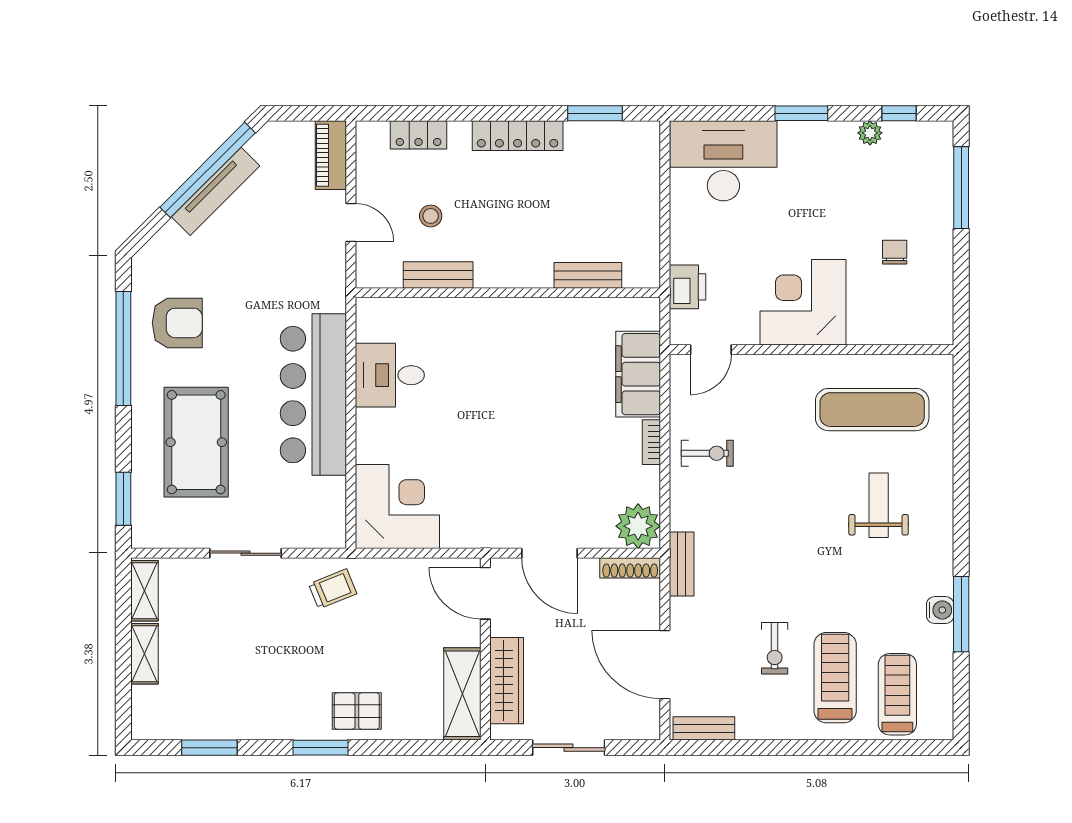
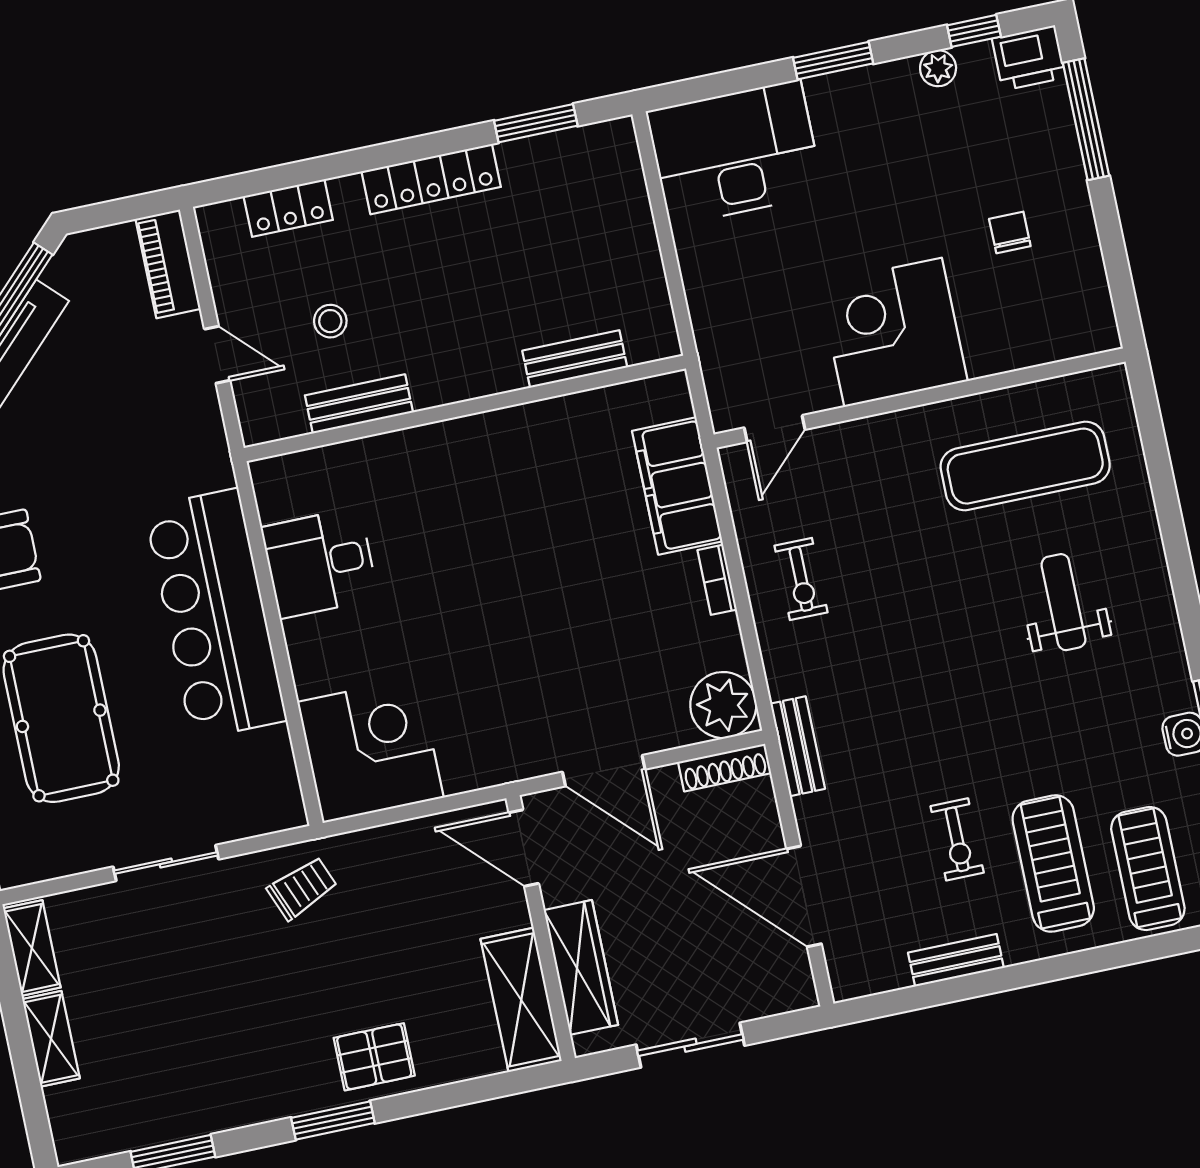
printer: (688, 287) -> (1029, 58), moved, turned 90
exercise bike: (707, 453) -> (801, 579), turned 90
bench: (704, 728) -> (956, 960), moved

